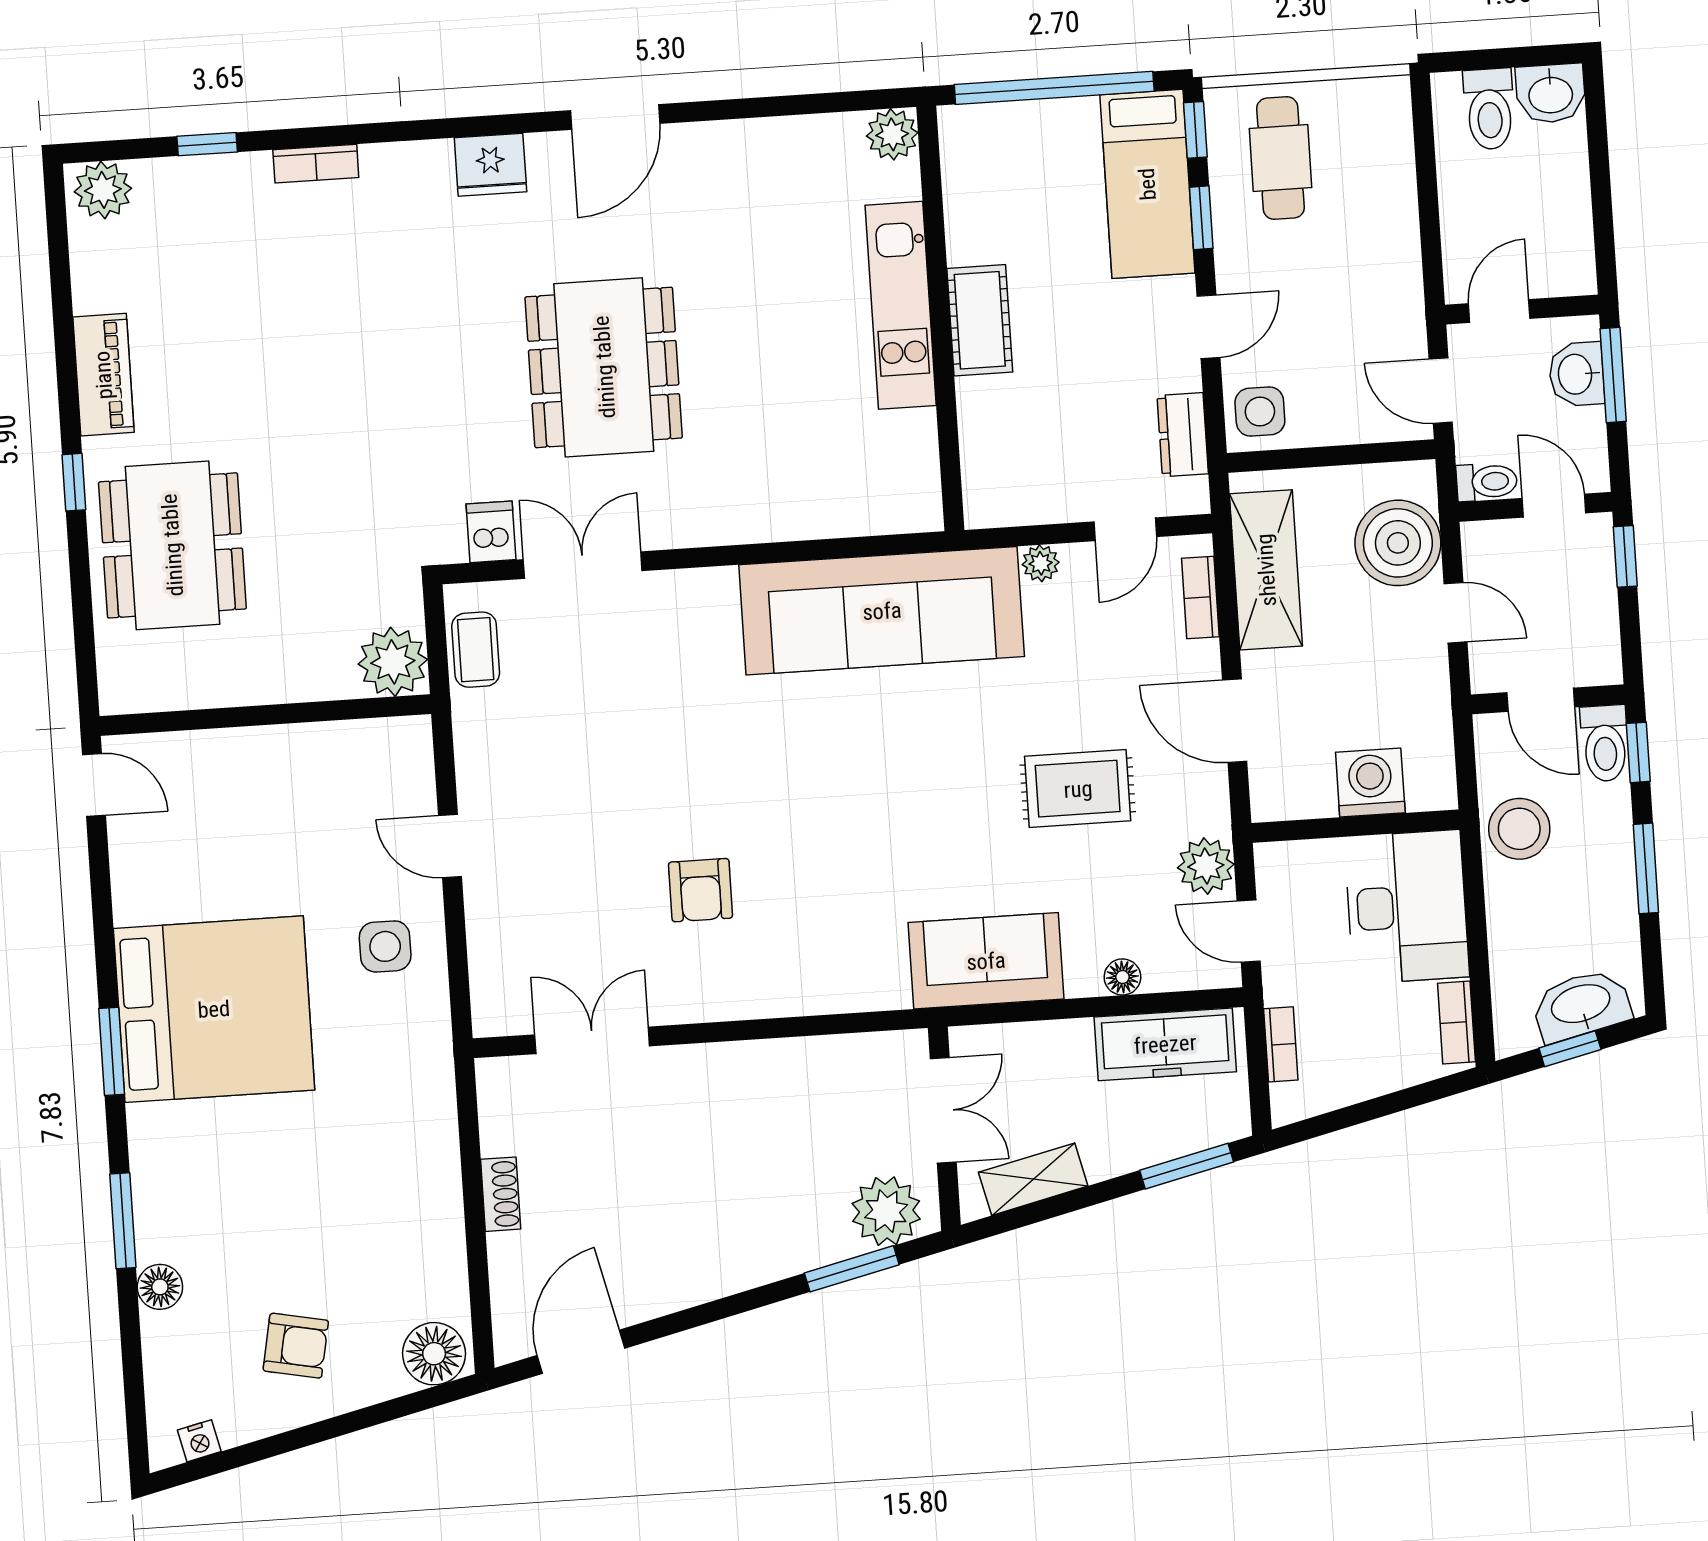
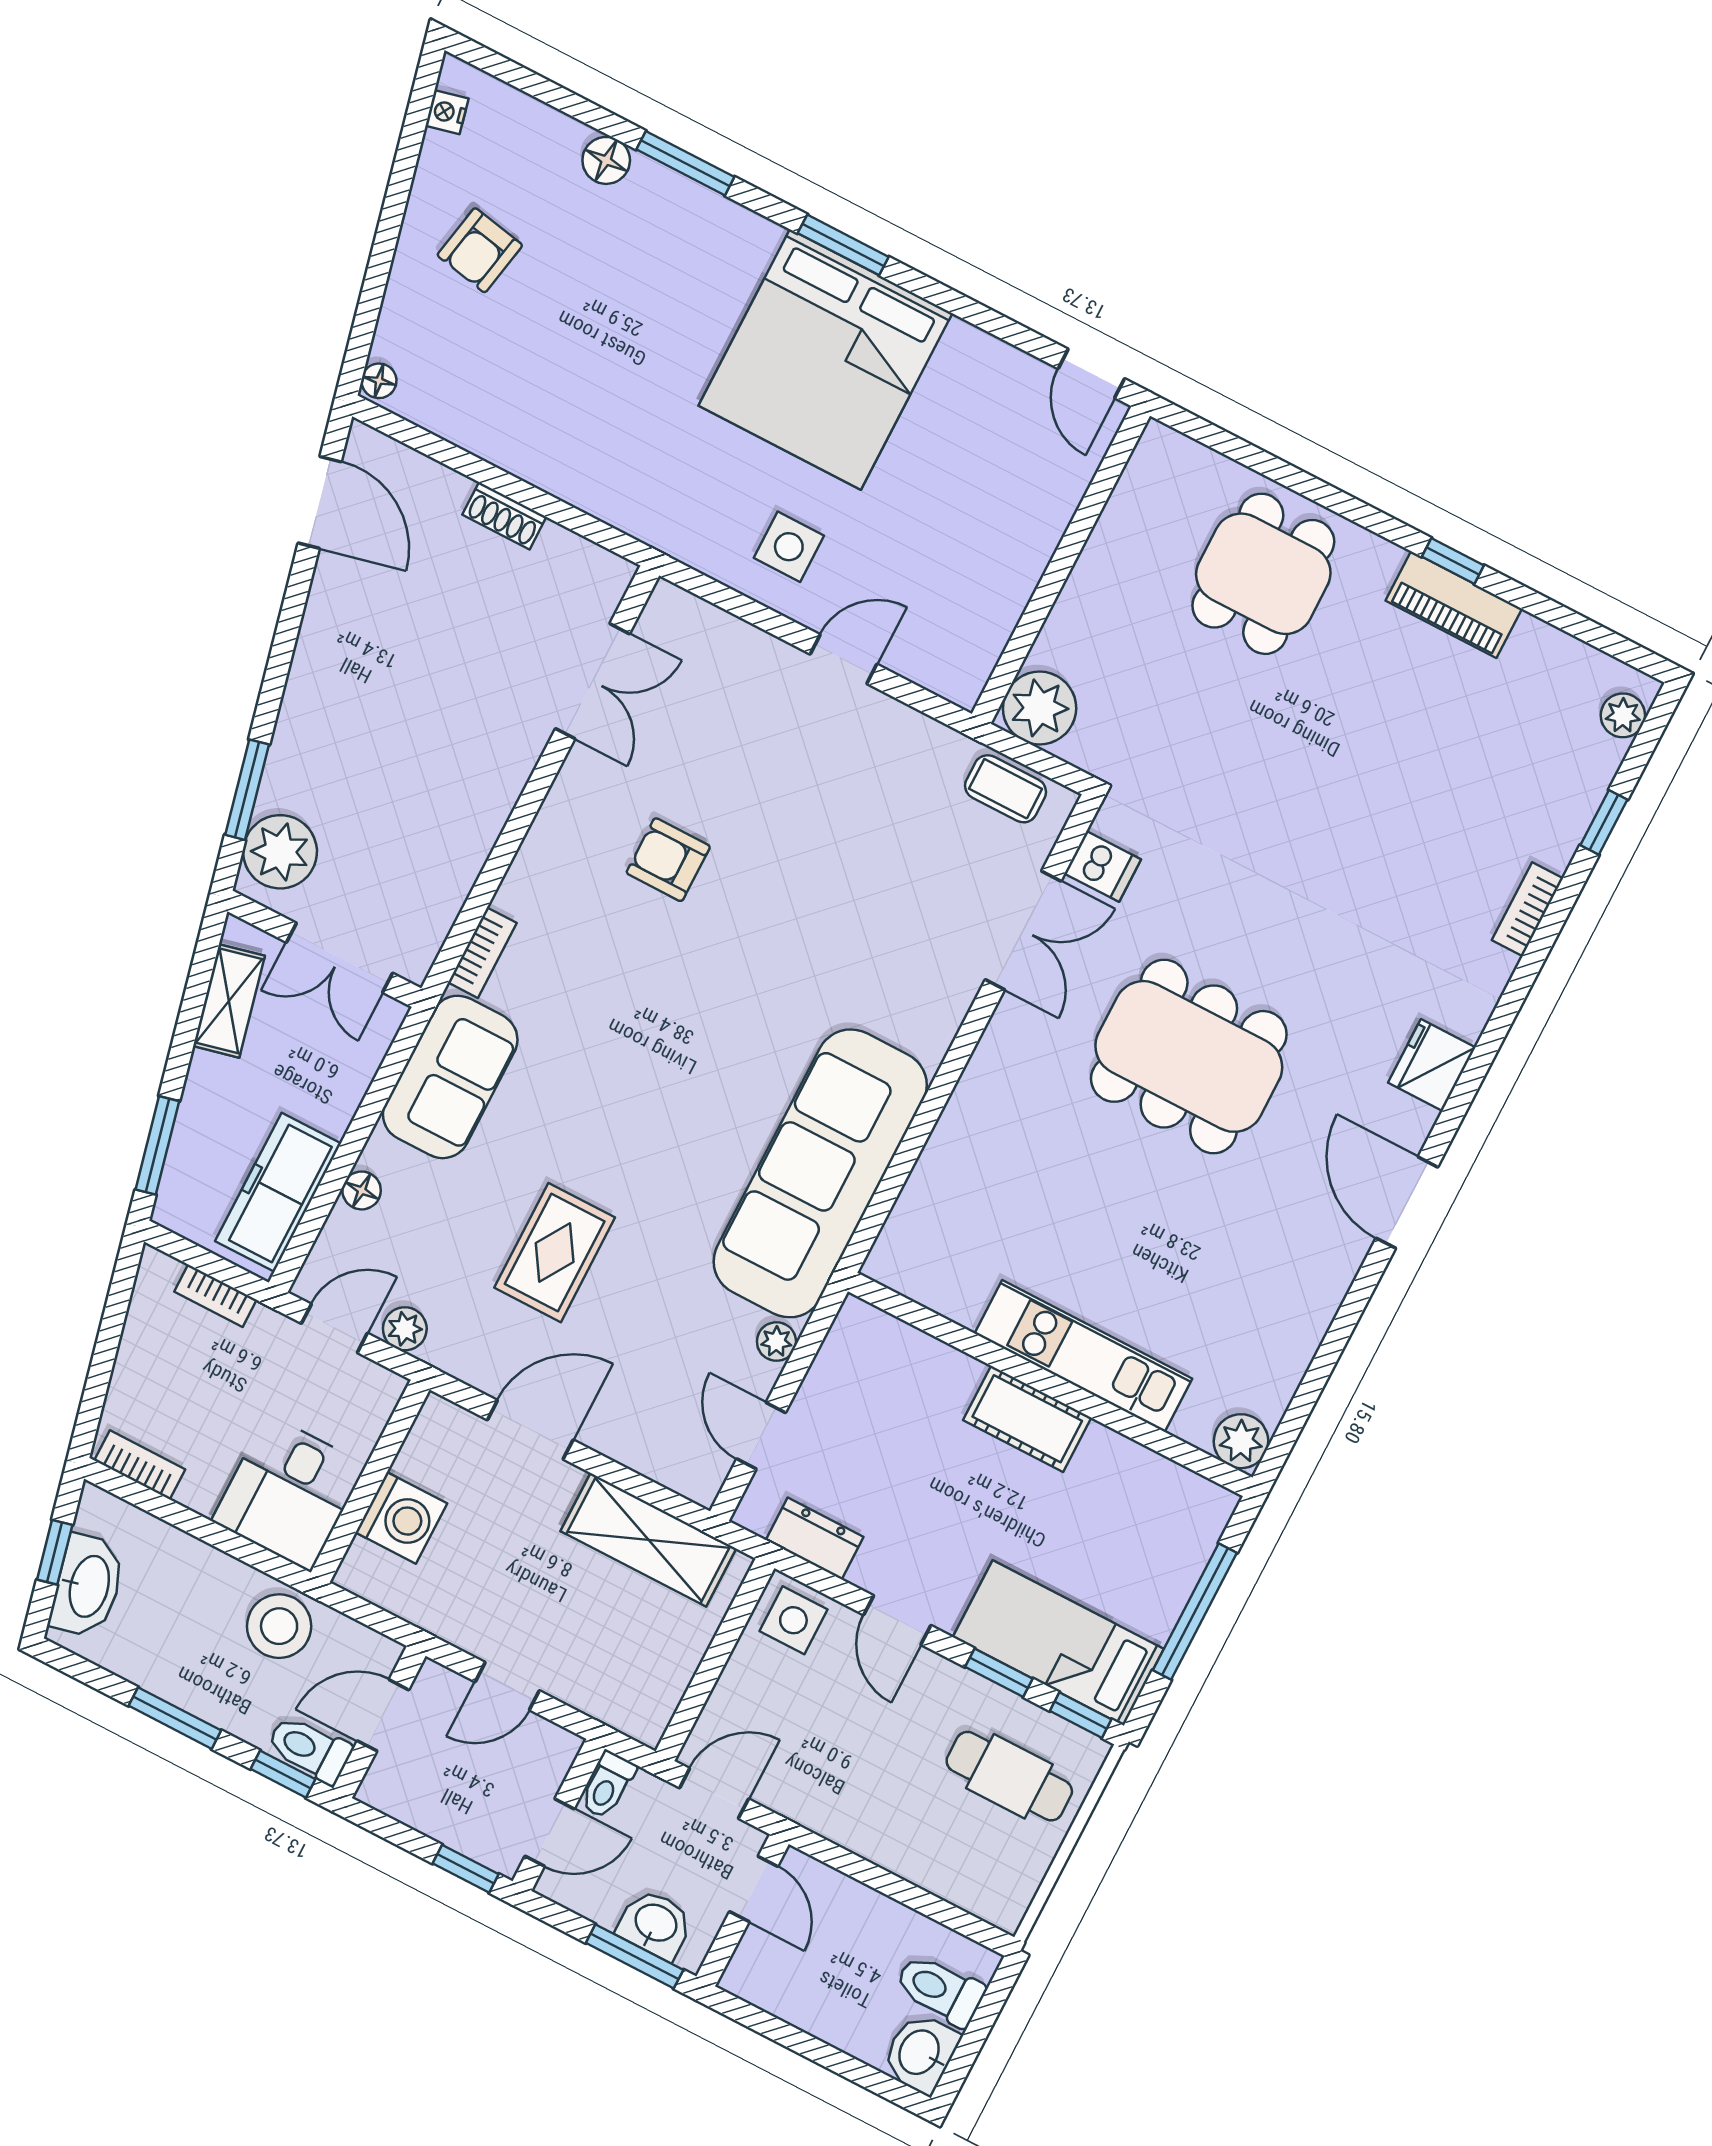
window: (1054, 88) -> (1195, 1612), width x0.68
plant: (103, 190) -> (1623, 715), width x0.73, depth x0.73
window: (74, 482) -> (1453, 561), moved
boiler: (1398, 543) -> (601, 1673), removed
dining table: (172, 545) -> (1263, 574), width x0.73
bookcase: (1200, 598) -> (482, 953), moved, turned 90
door: (94, 785) -> (1091, 374), hinge flipped
plant: (1206, 866) -> (405, 1329), width x0.73, depth x0.73
desk: (1407, 907) -> (289, 1493), width x0.73
floor lamp: (434, 1354) -> (379, 381), width x0.53, depth x0.53

